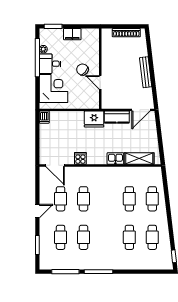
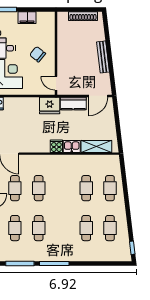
door: (100, 82) -> (56, 83), moved
cooker: (80, 158) -> (56, 146), moved

